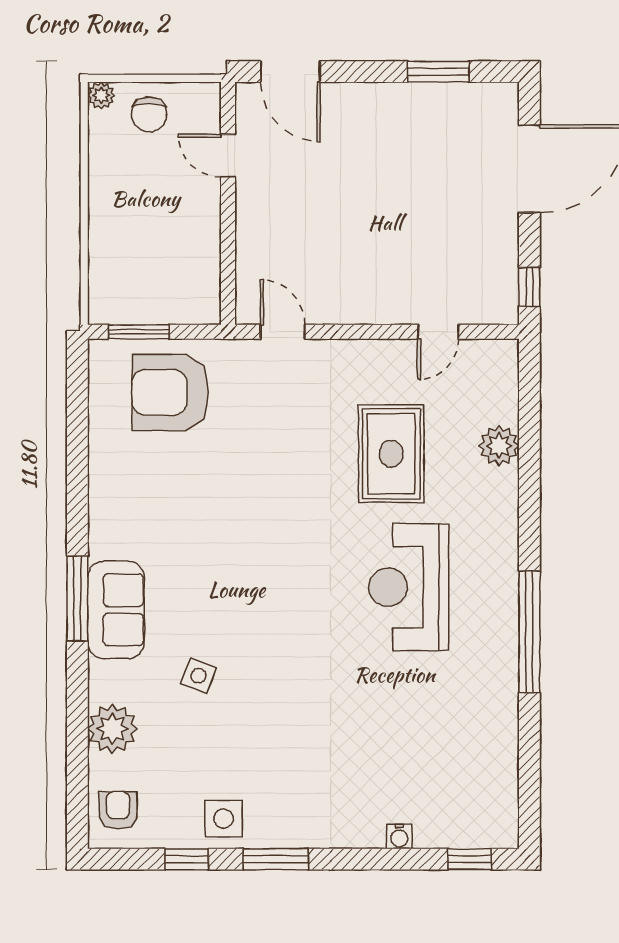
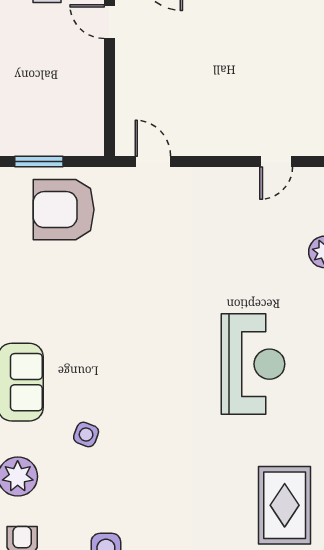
rug: (391, 454) -> (285, 505), moved
reception desk: (409, 587) -> (253, 364), turned 180

